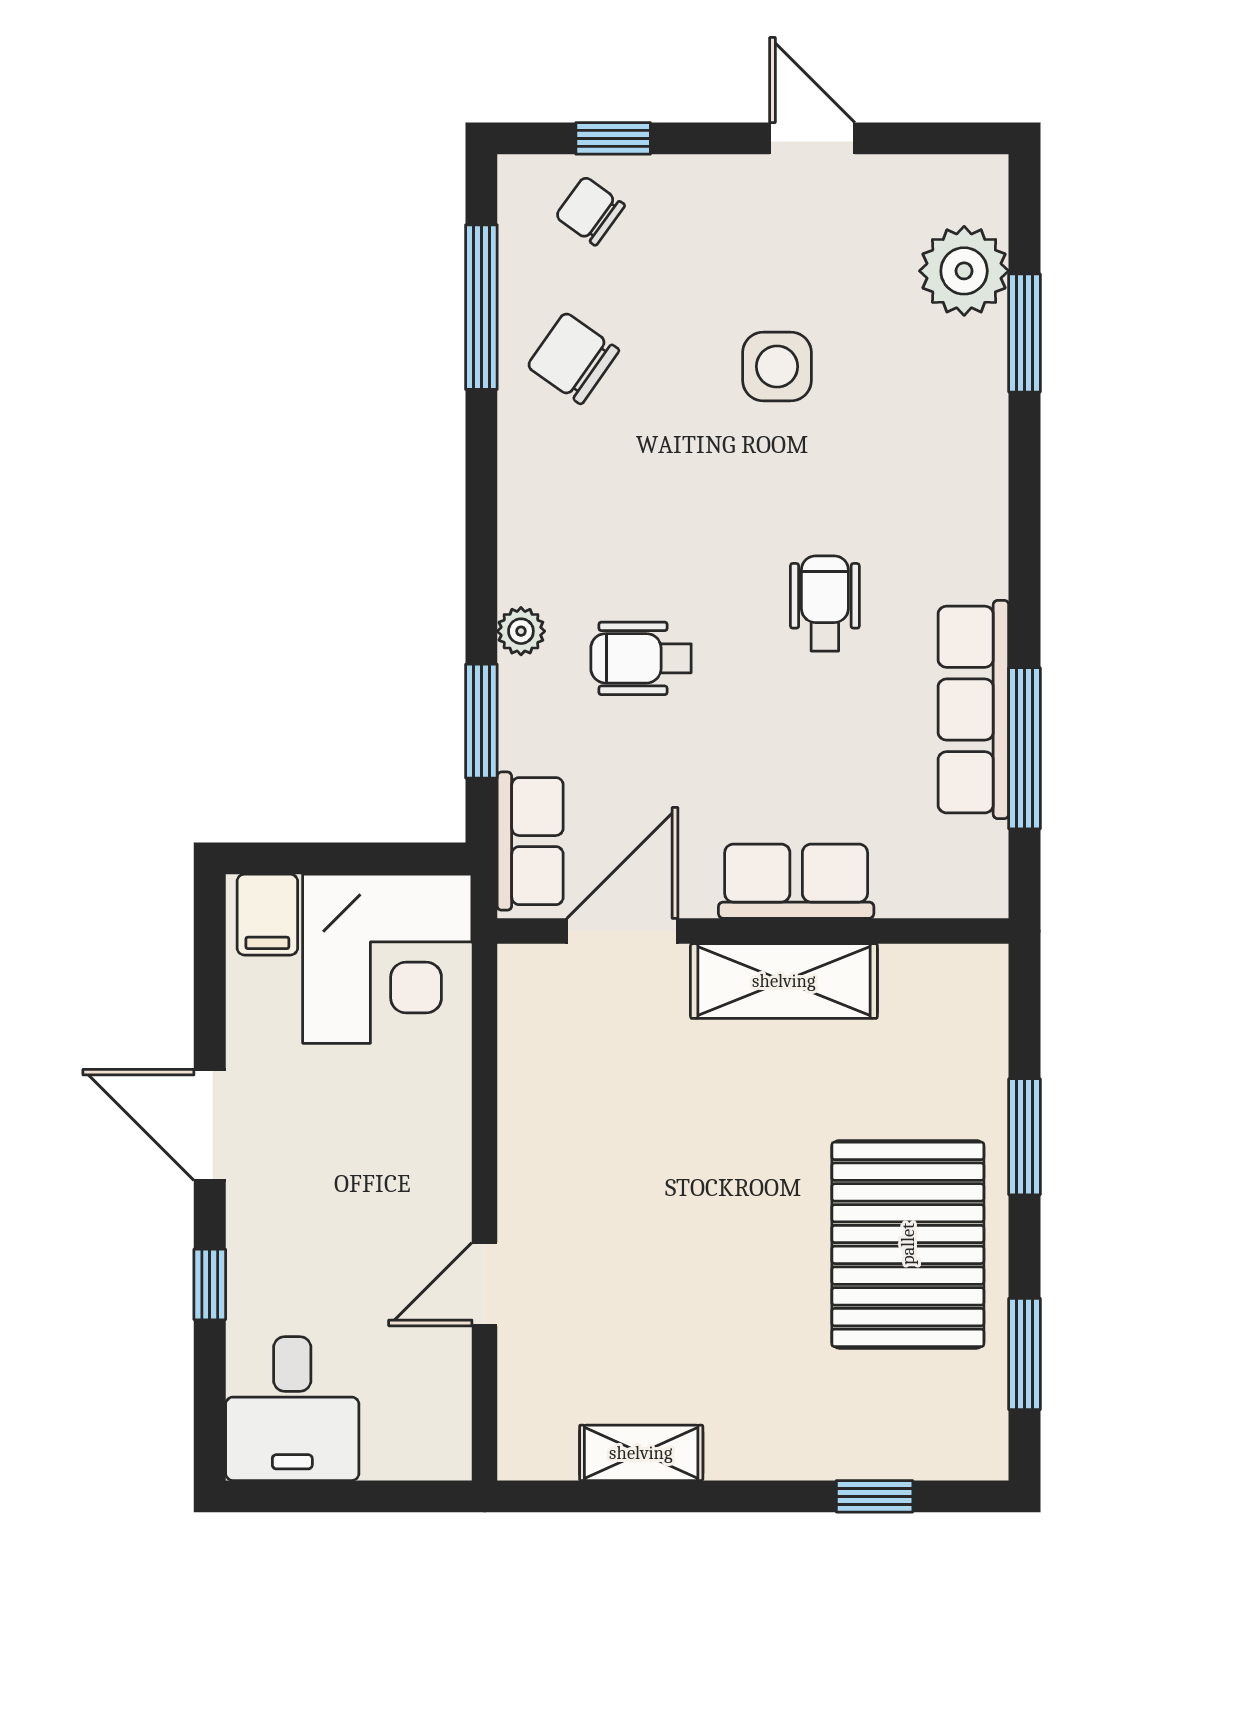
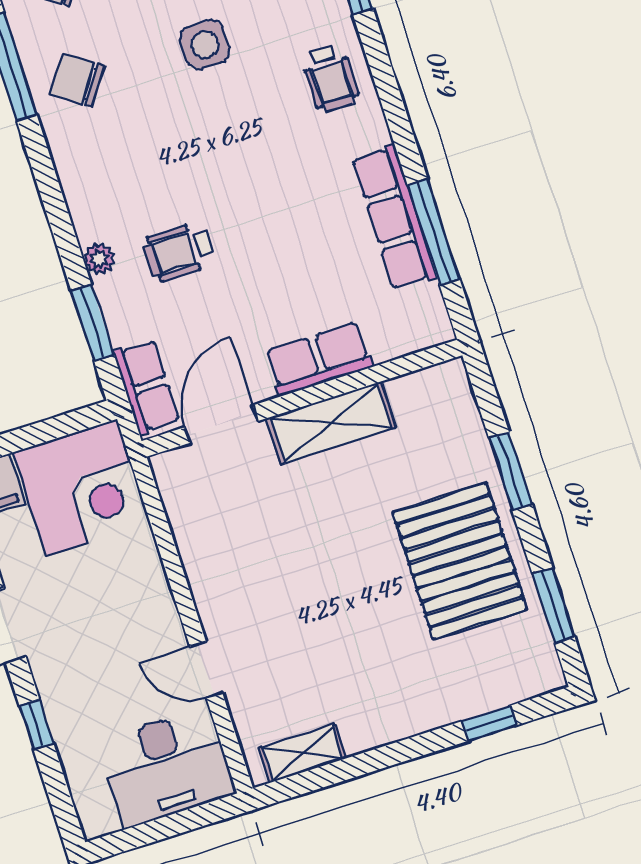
wheelchair: (825, 603) -> (330, 78), moved, turned 180
door: (485, 1284) -> (206, 670), hinge flipped
desk: (292, 1409) -> (166, 767), moved, width x1.37
shelving: (641, 1453) -> (303, 754), moved

